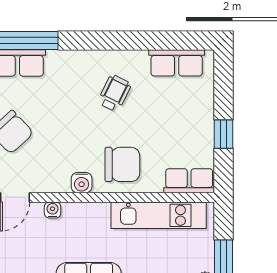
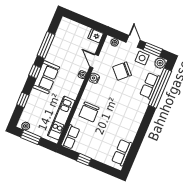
wheelchair: (114, 93) -> (120, 121), removed
water cooler: (82, 183) -> (94, 78), moved

